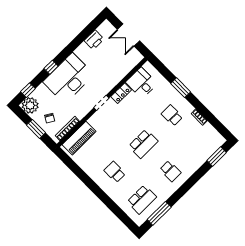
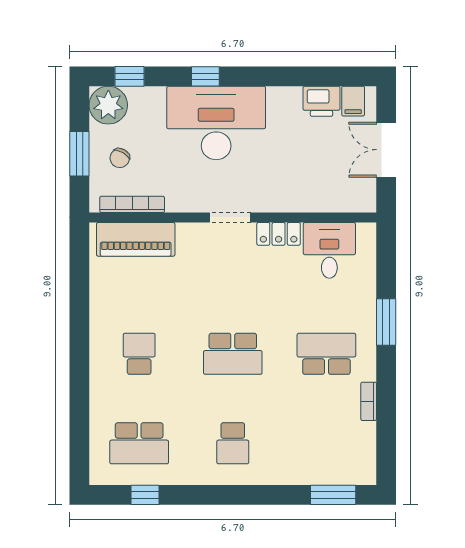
filing cabinet: (104, 30) -> (353, 101), added
school desk: (172, 115) -> (326, 354), width x1.85
window: (159, 213) -> (145, 495), width x0.46

